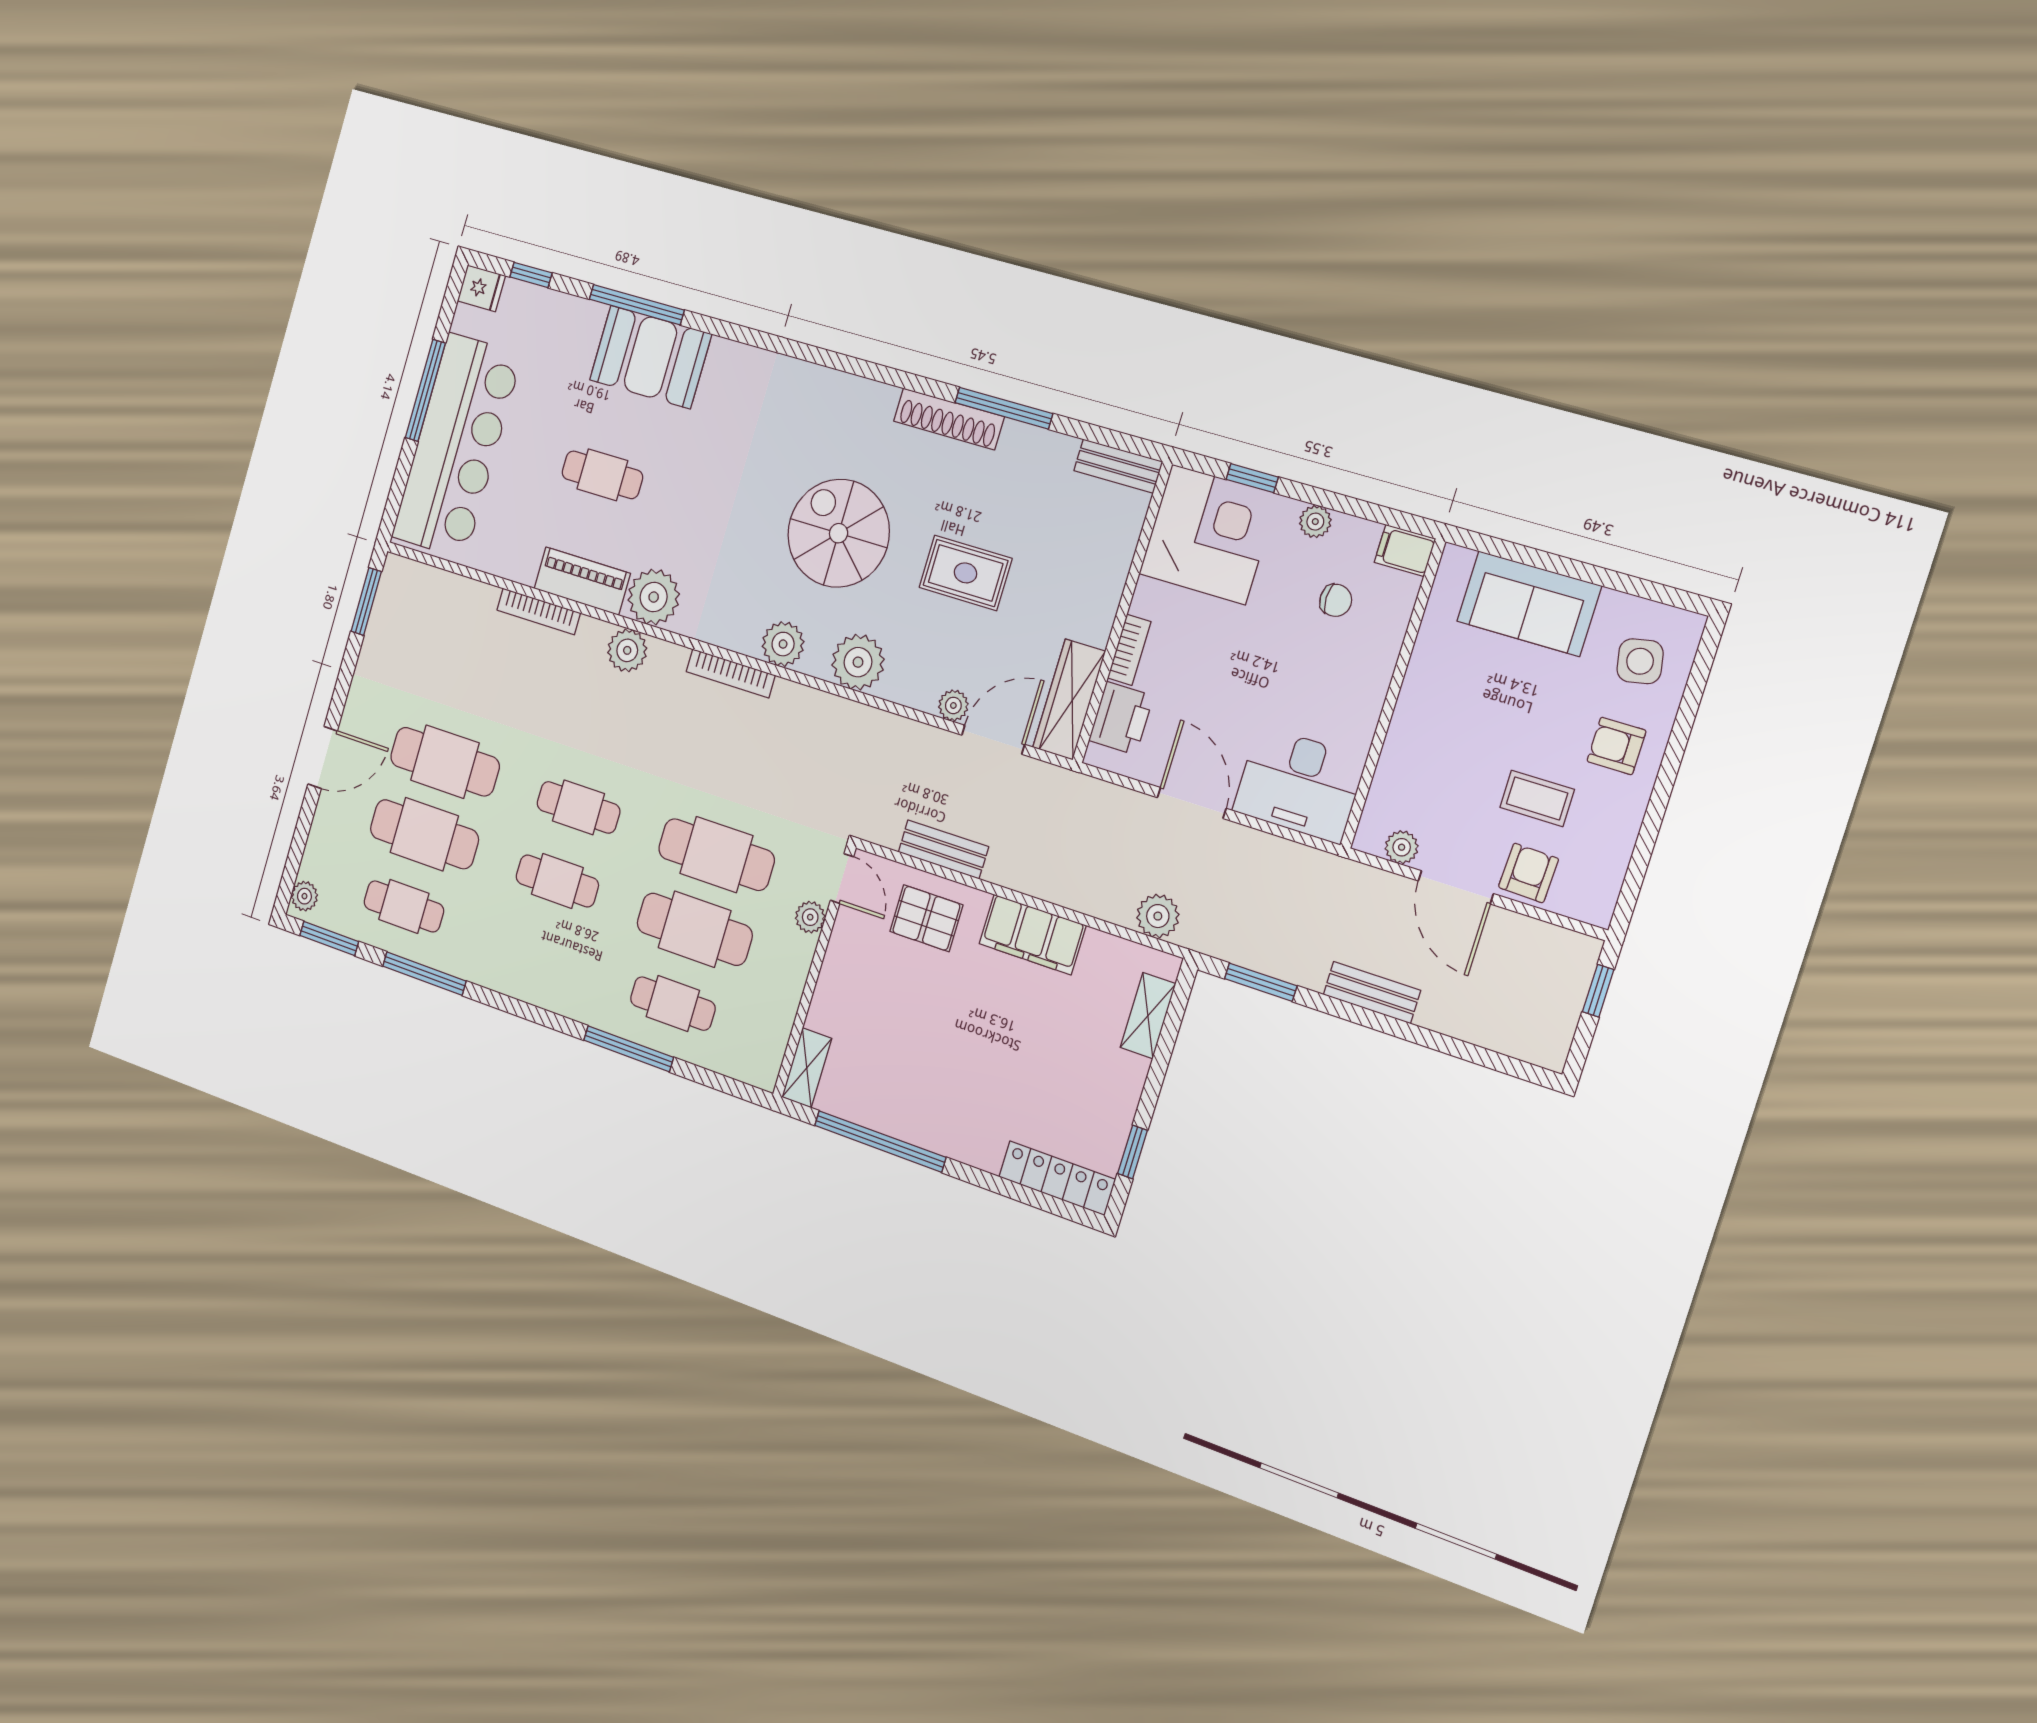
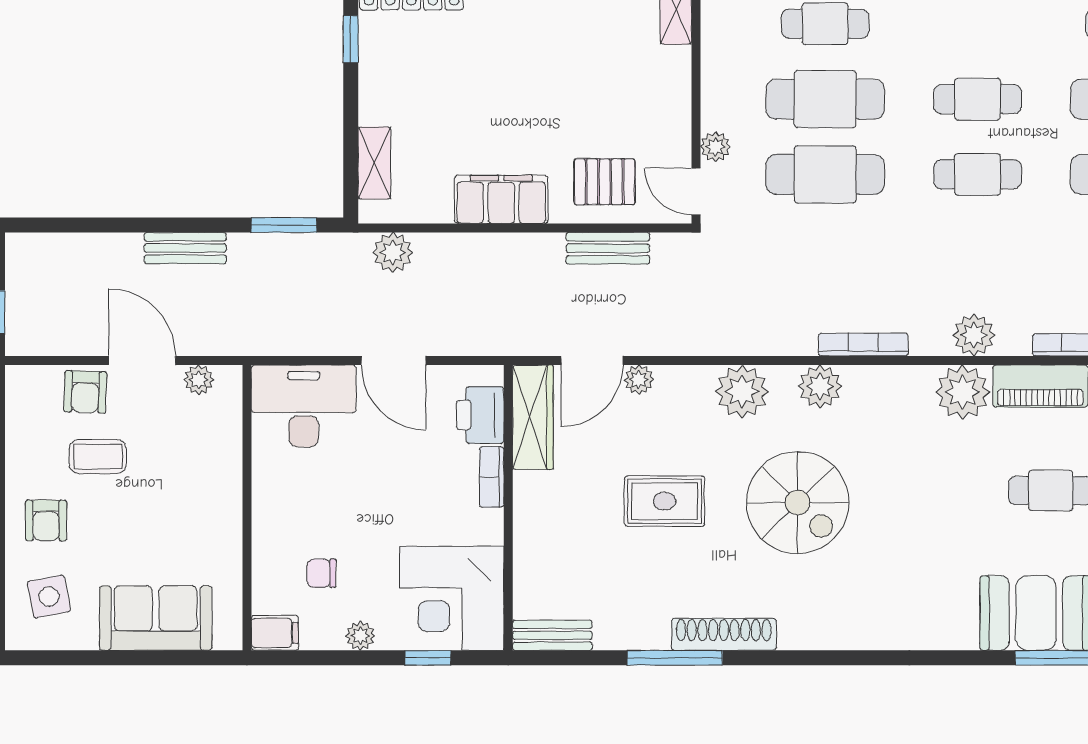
armchair: (1616, 746) -> (46, 520), turned 90

